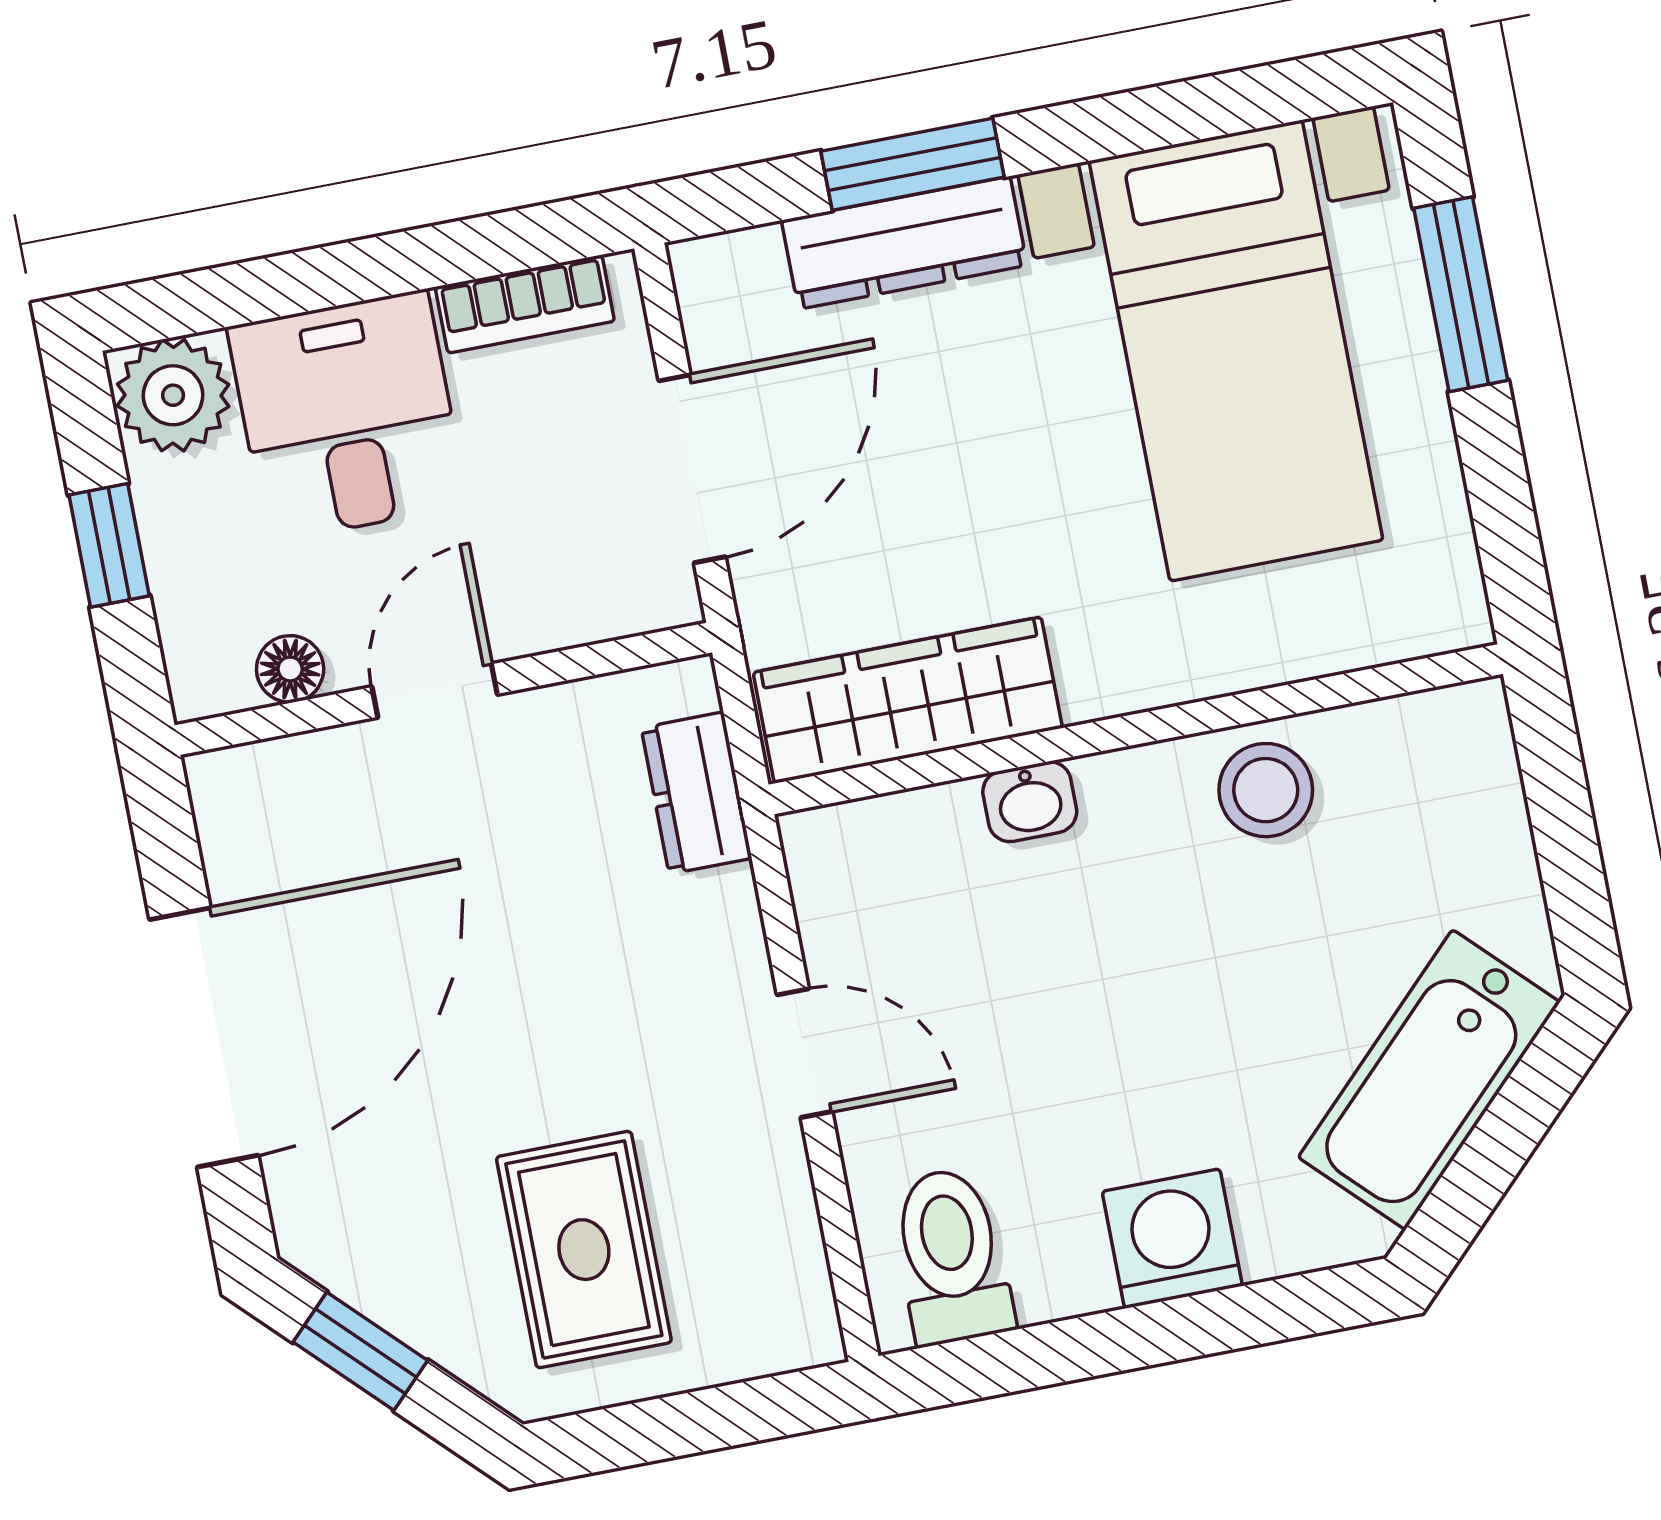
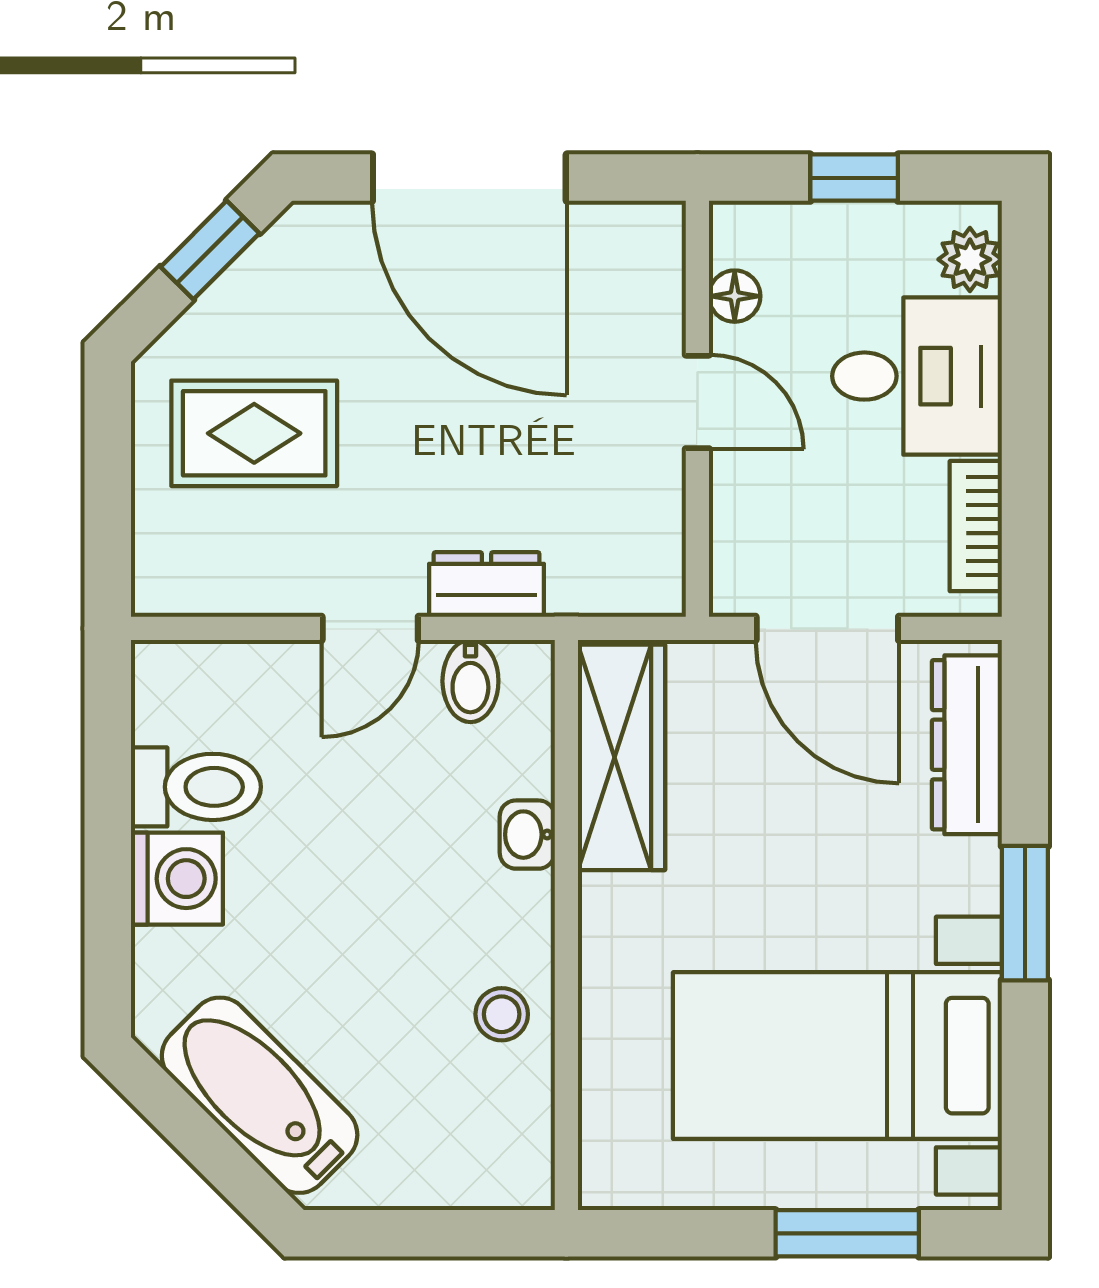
window: (913, 164) -> (1025, 913), moved
dresser: (904, 243) -> (967, 745), moved
plant: (173, 395) -> (970, 259), width x0.73, depth x0.73
stool: (1266, 790) -> (502, 1014), width x0.73, depth x0.73
dresser: (696, 793) -> (487, 584), moved
bidet: (847, 912) -> (470, 681), added
toilet: (951, 1256) -> (196, 787), moved

